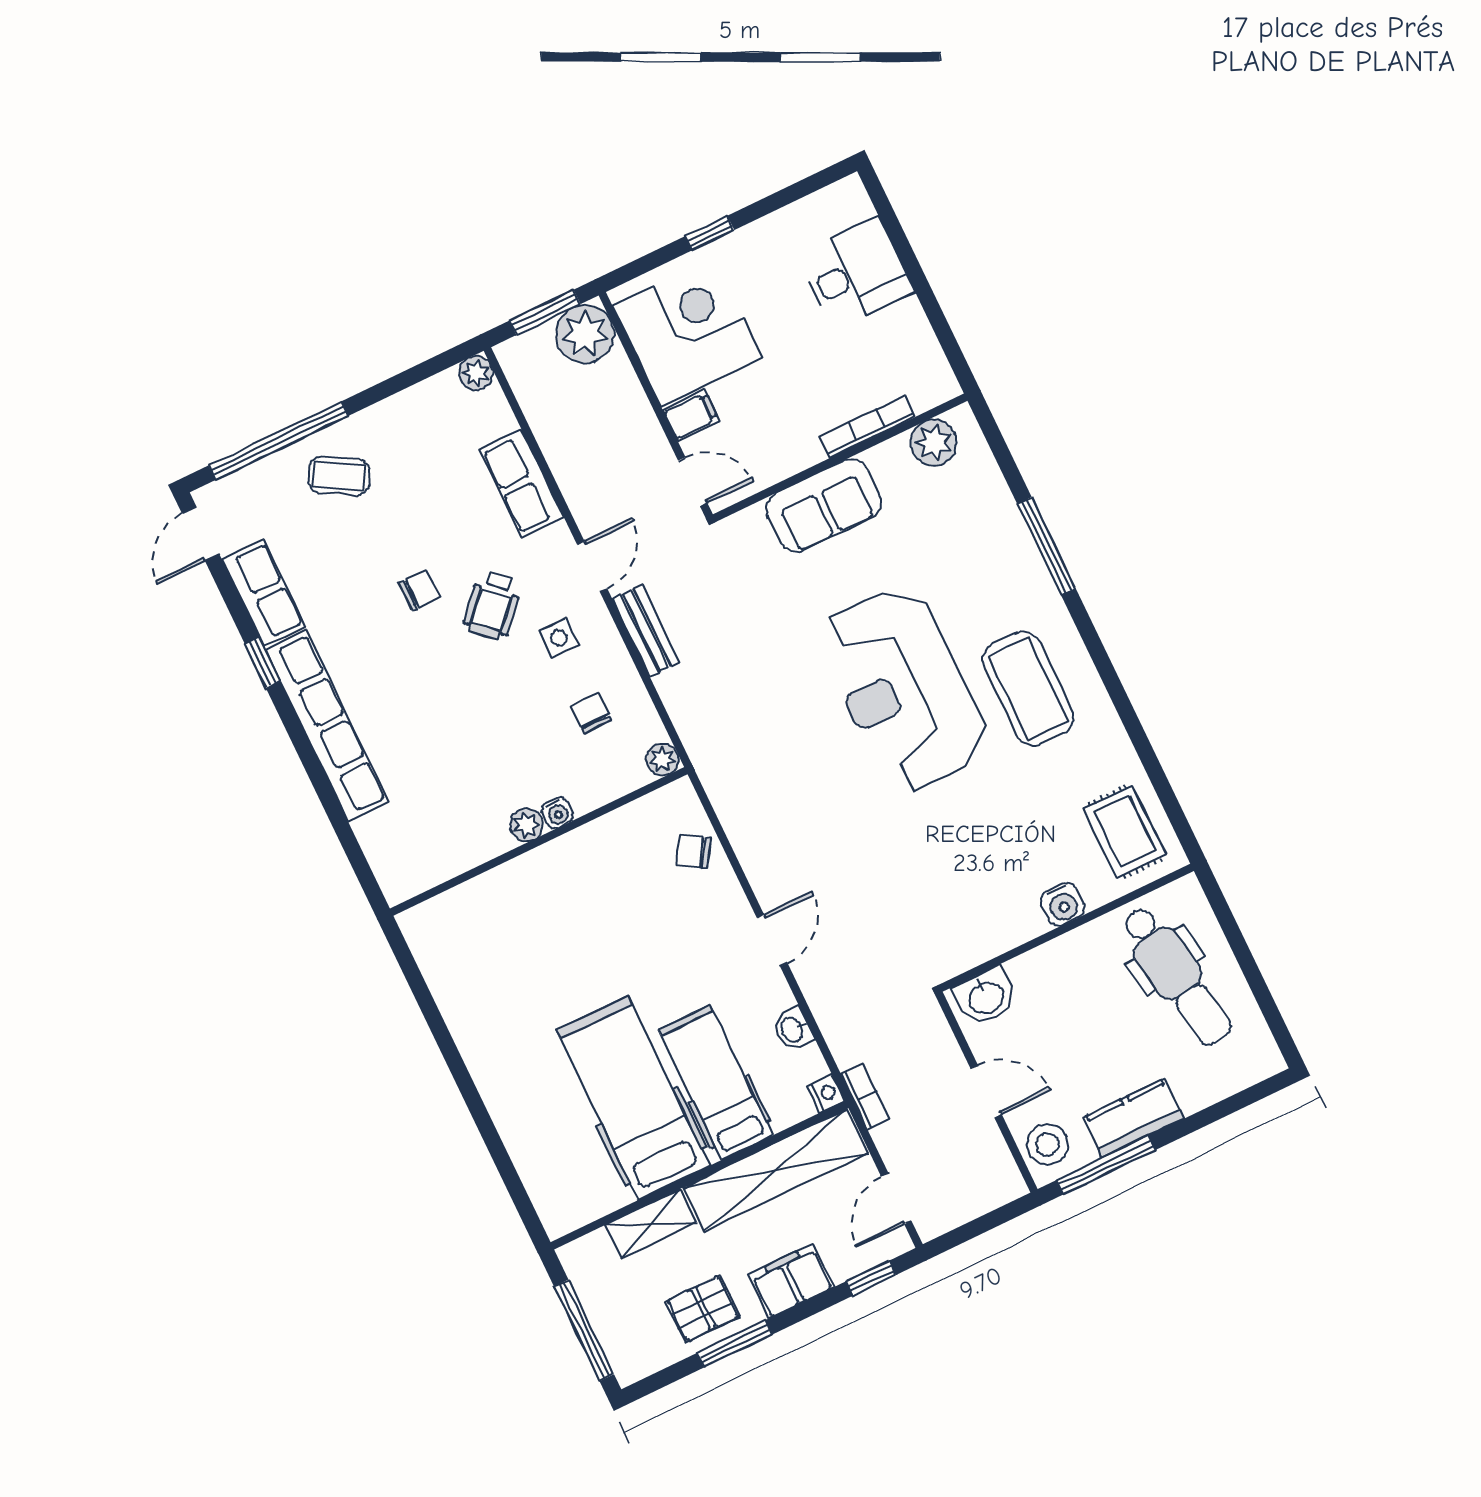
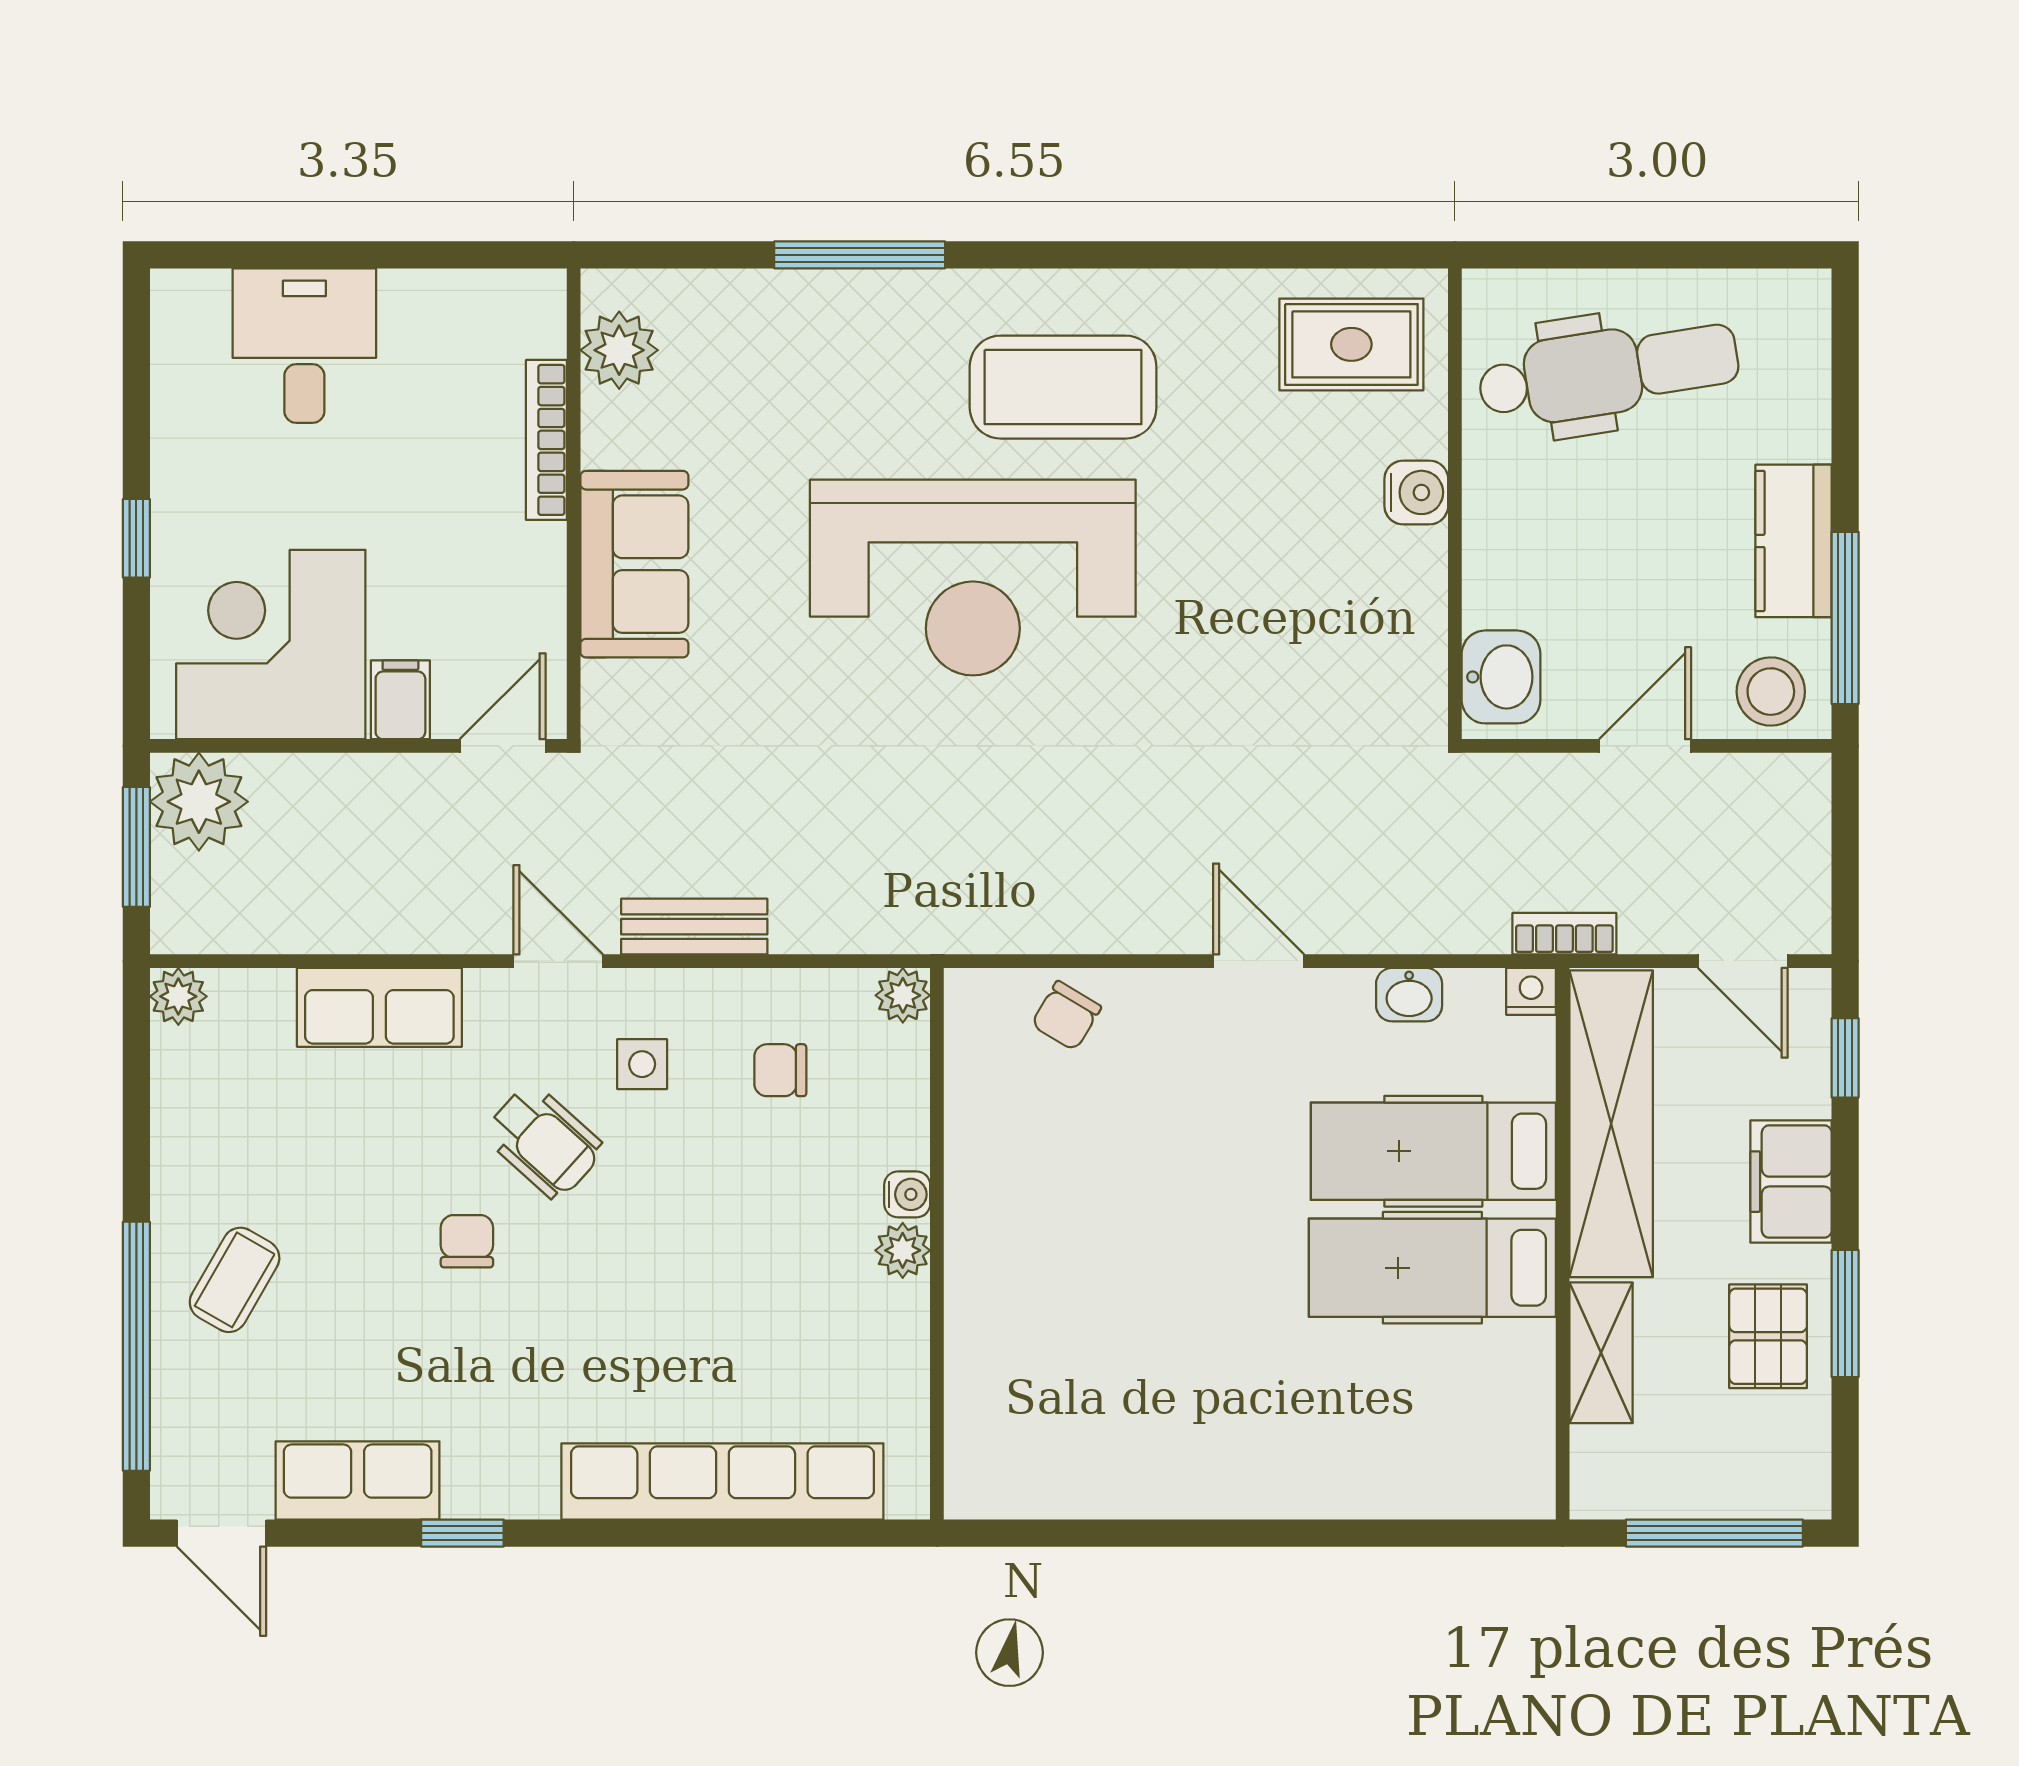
row of seats: (327, 726) -> (722, 1481), moved
hospital bed: (633, 1098) -> (1432, 1268), width x0.73, depth x0.78

